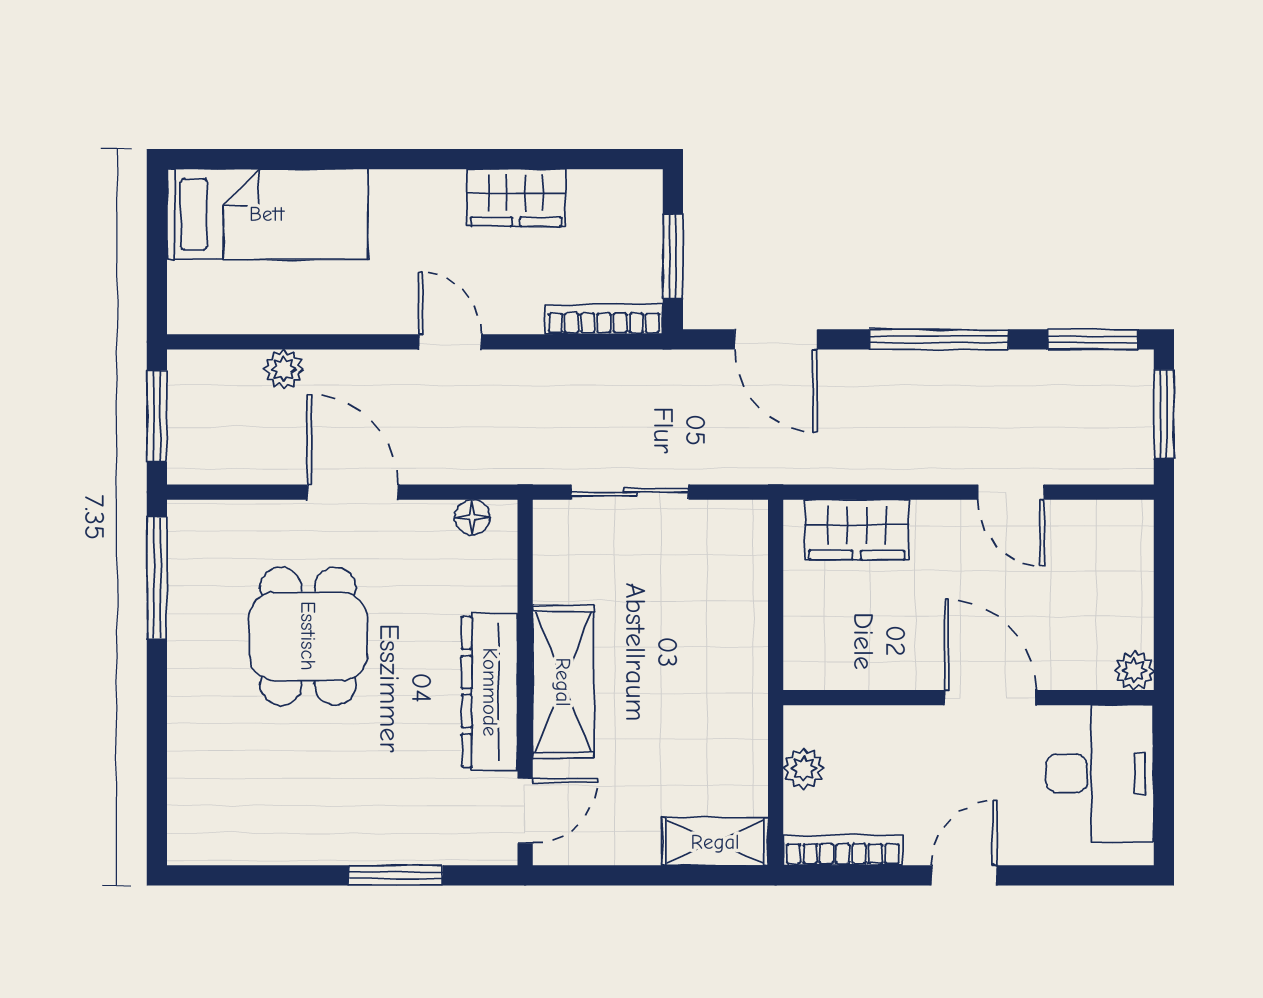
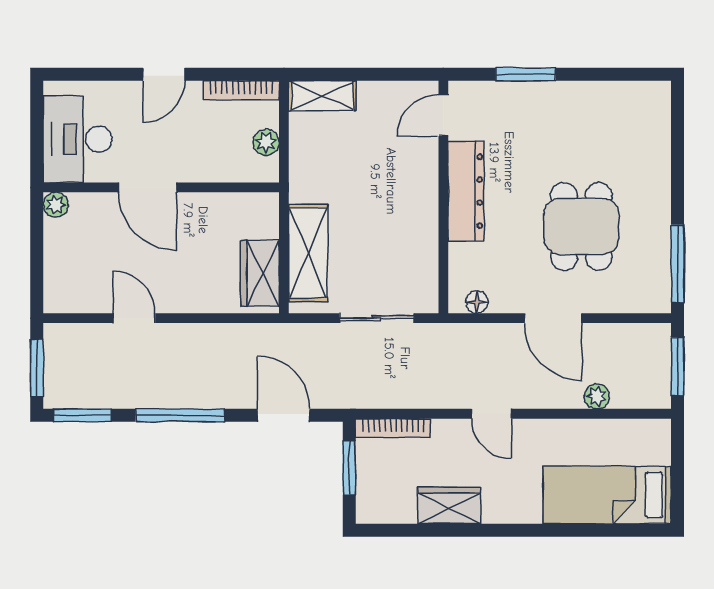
wardrobe: (857, 530) -> (260, 273), moved, turned -90
shelving: (563, 682) -> (308, 253), moved

